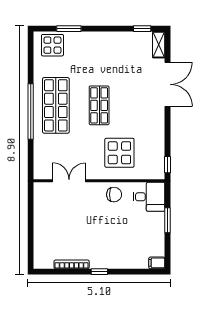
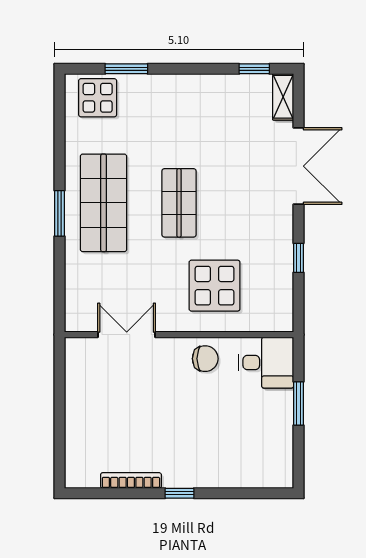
window: (31, 111) -> (59, 213), width x0.47
window: (168, 165) -> (299, 258), moved
filing cabinet: (157, 263) -> (280, 478), removed

